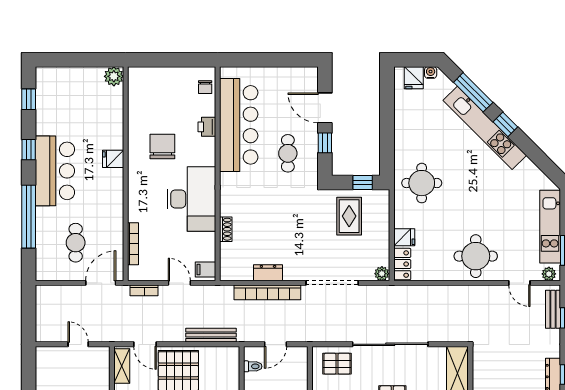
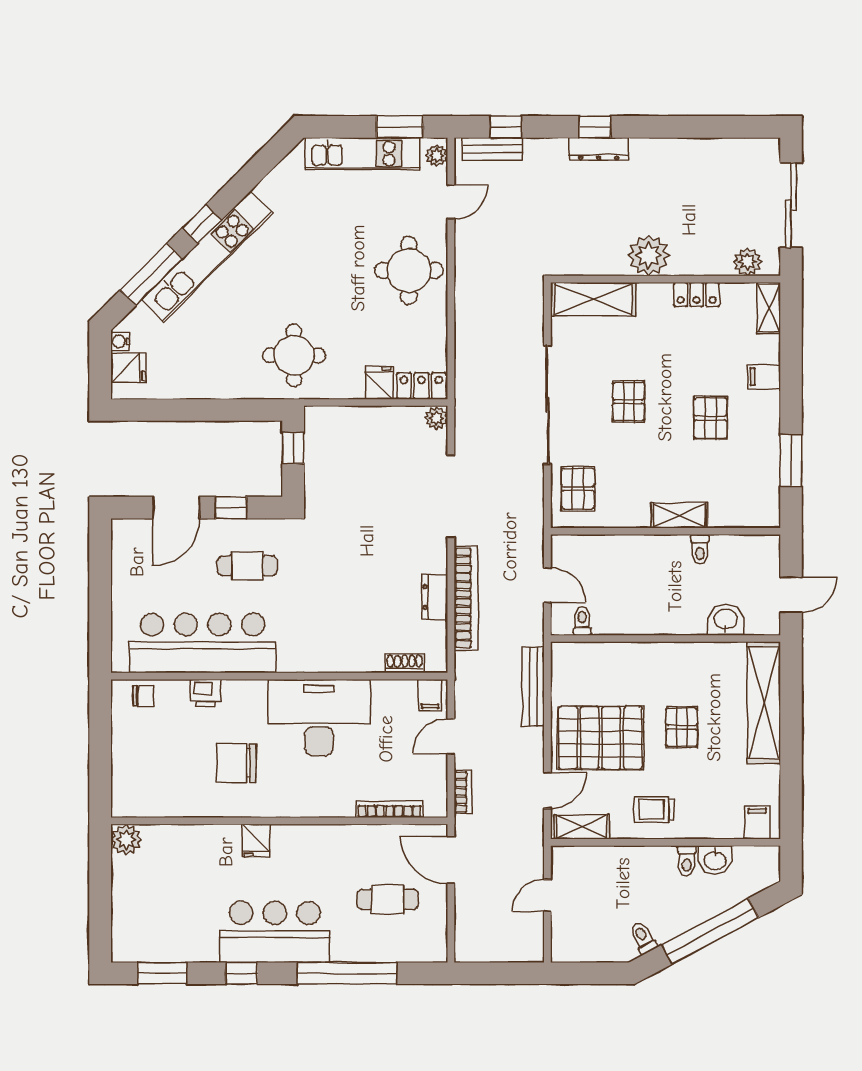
window: (29, 99) -> (162, 973), width x1.50
rug: (349, 216) -> (346, 469), removed
shoe rack: (226, 229) -> (405, 663), moved

